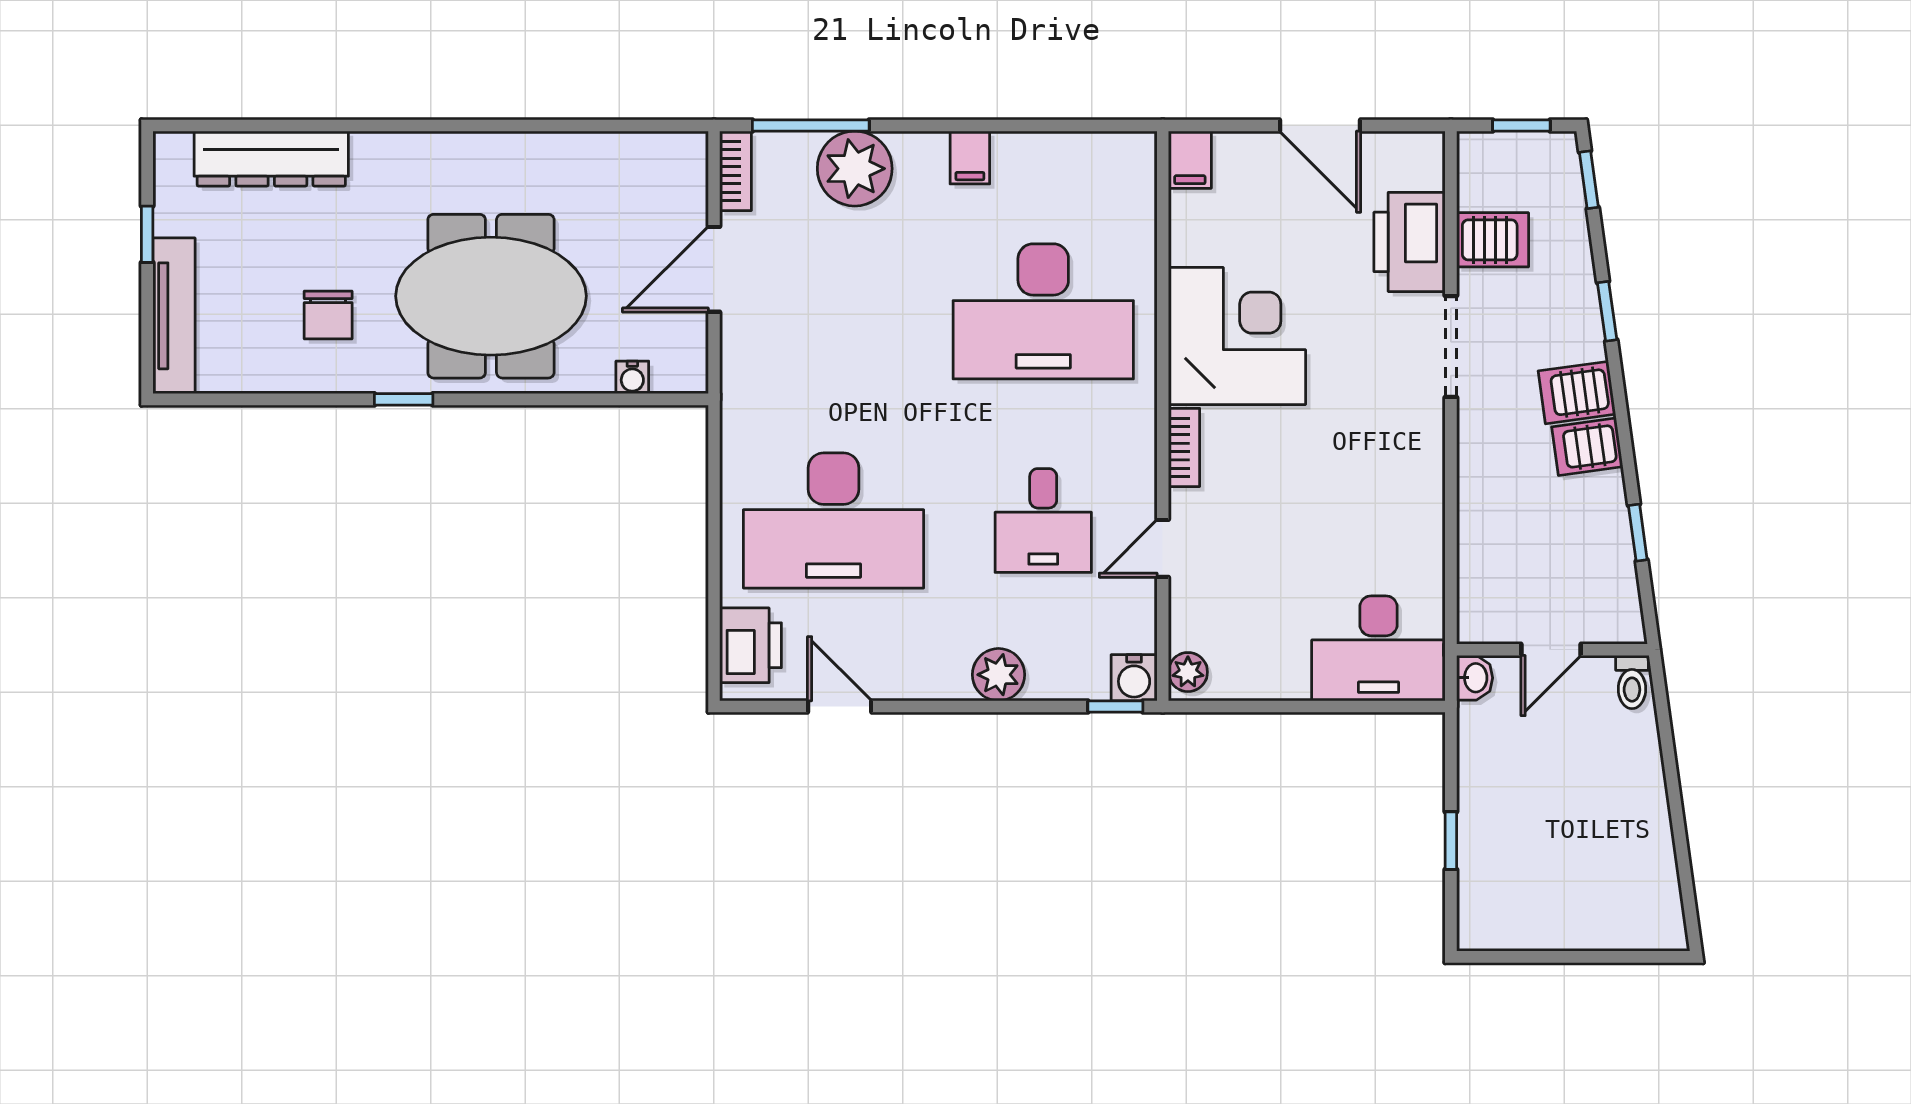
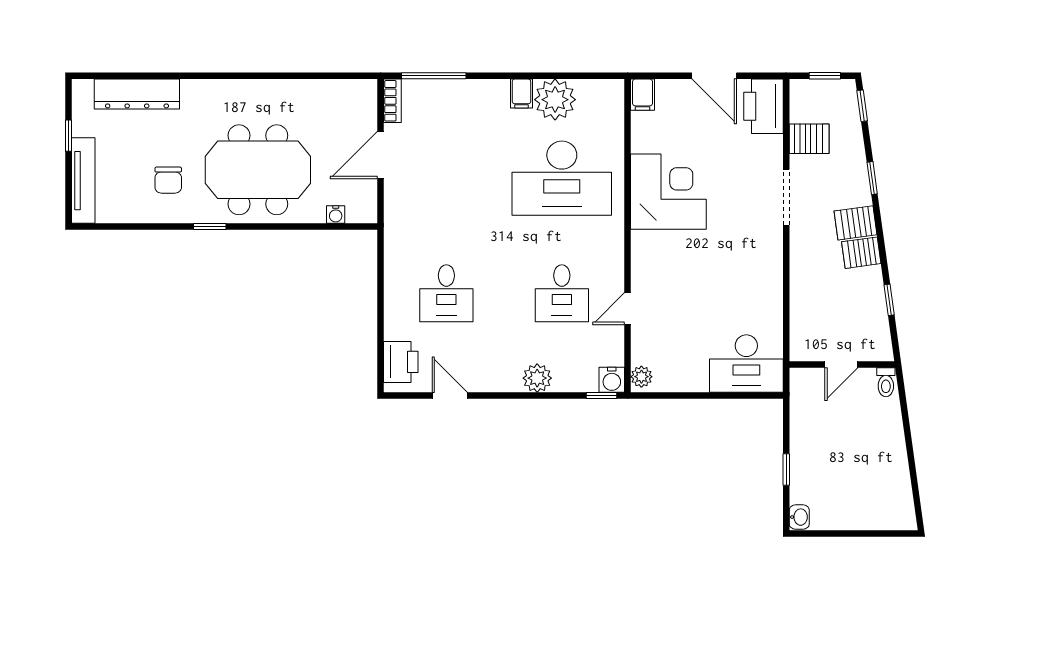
plant: (855, 169) -> (555, 100), moved
printer: (1410, 242) -> (763, 106), moved
bookcase: (1184, 447) -> (639, 253), removed
desk: (833, 521) -> (446, 293), width x0.53, depth x0.77
washbasin: (1475, 678) -> (799, 517), moved

